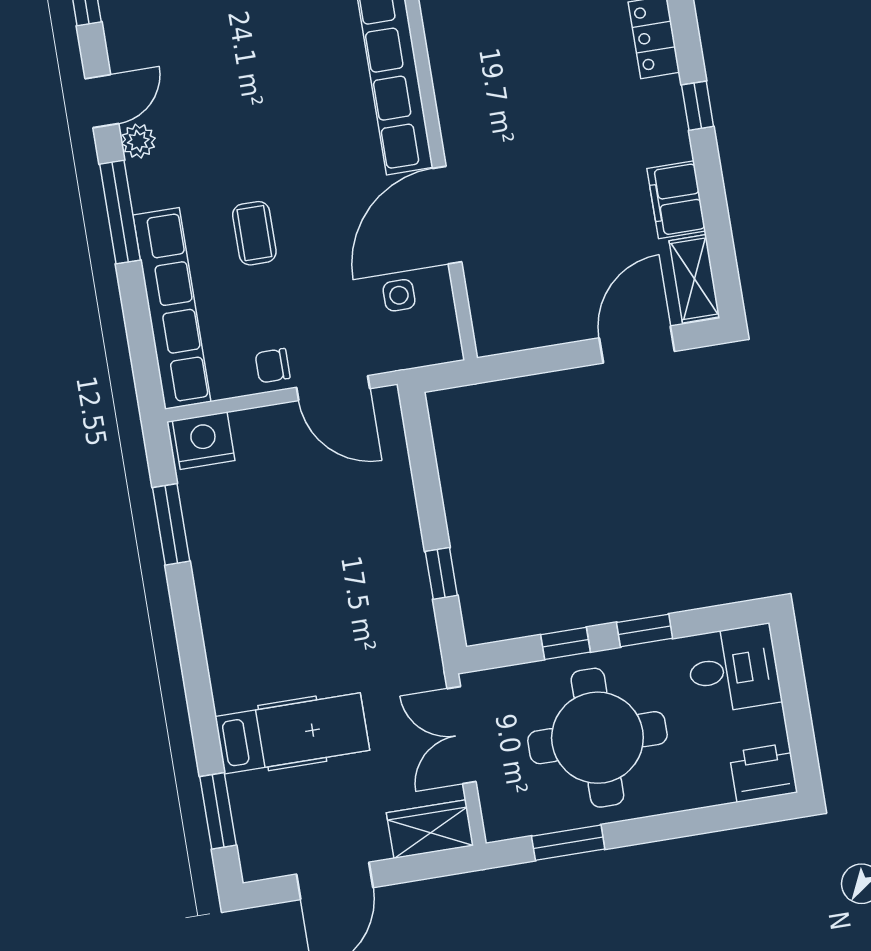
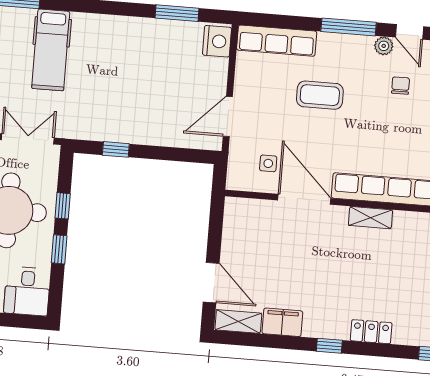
shelving: (451, 89) -> (371, 218), added
coffee table: (254, 233) -> (320, 95), width x1.36, depth x1.30
row of seats: (172, 308) -> (277, 41), width x0.73
chair: (273, 366) -> (400, 86), moved

